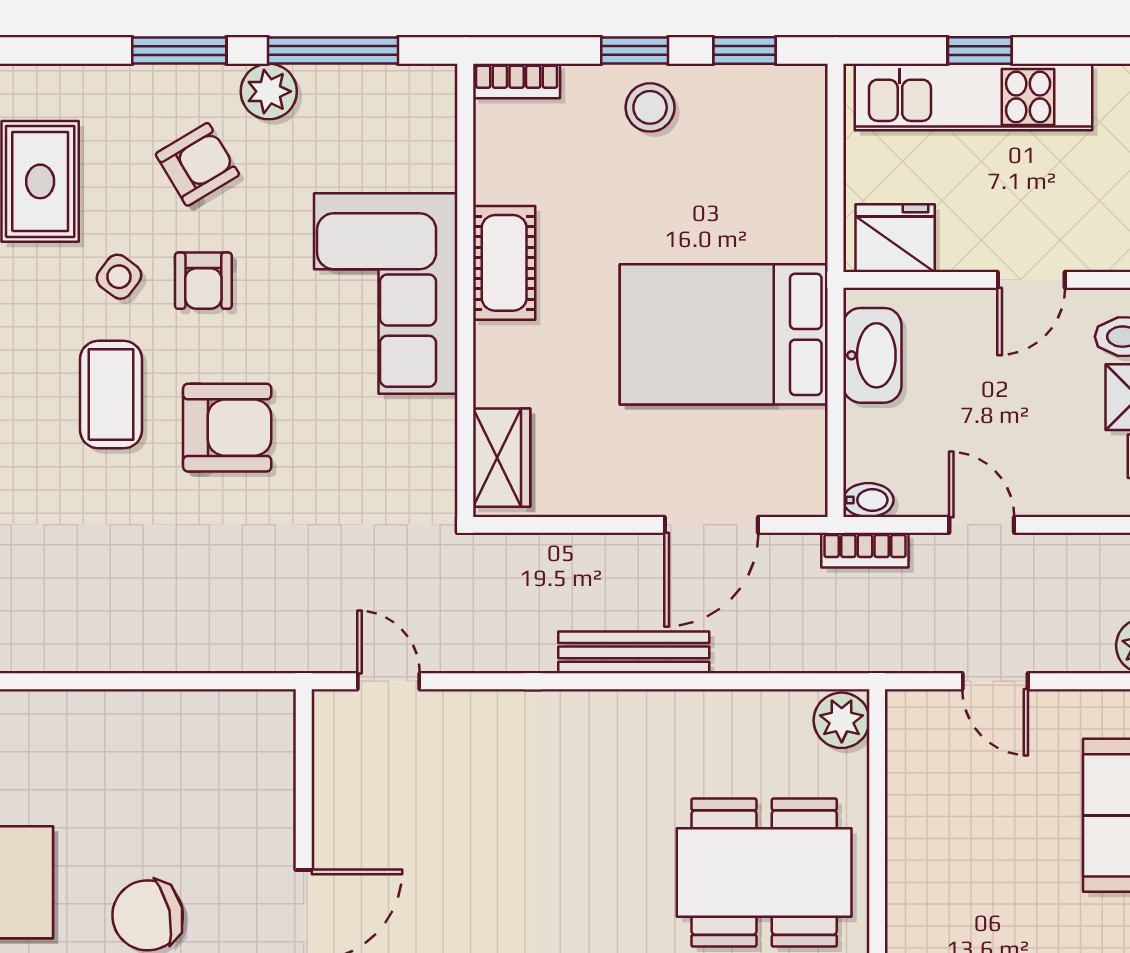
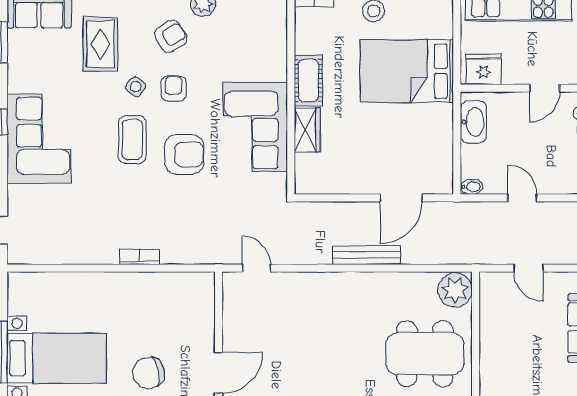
armchair: (203, 281) -> (174, 89), turned 180
corner sofa: (386, 293) -> (255, 127), moved
bed: (724, 334) -> (407, 71), moved
wardrobe: (502, 458) -> (307, 130), moved
bookcase: (865, 550) -> (139, 257), moved, turned 180
plant: (842, 720) -> (455, 290), width x1.36, depth x1.36

